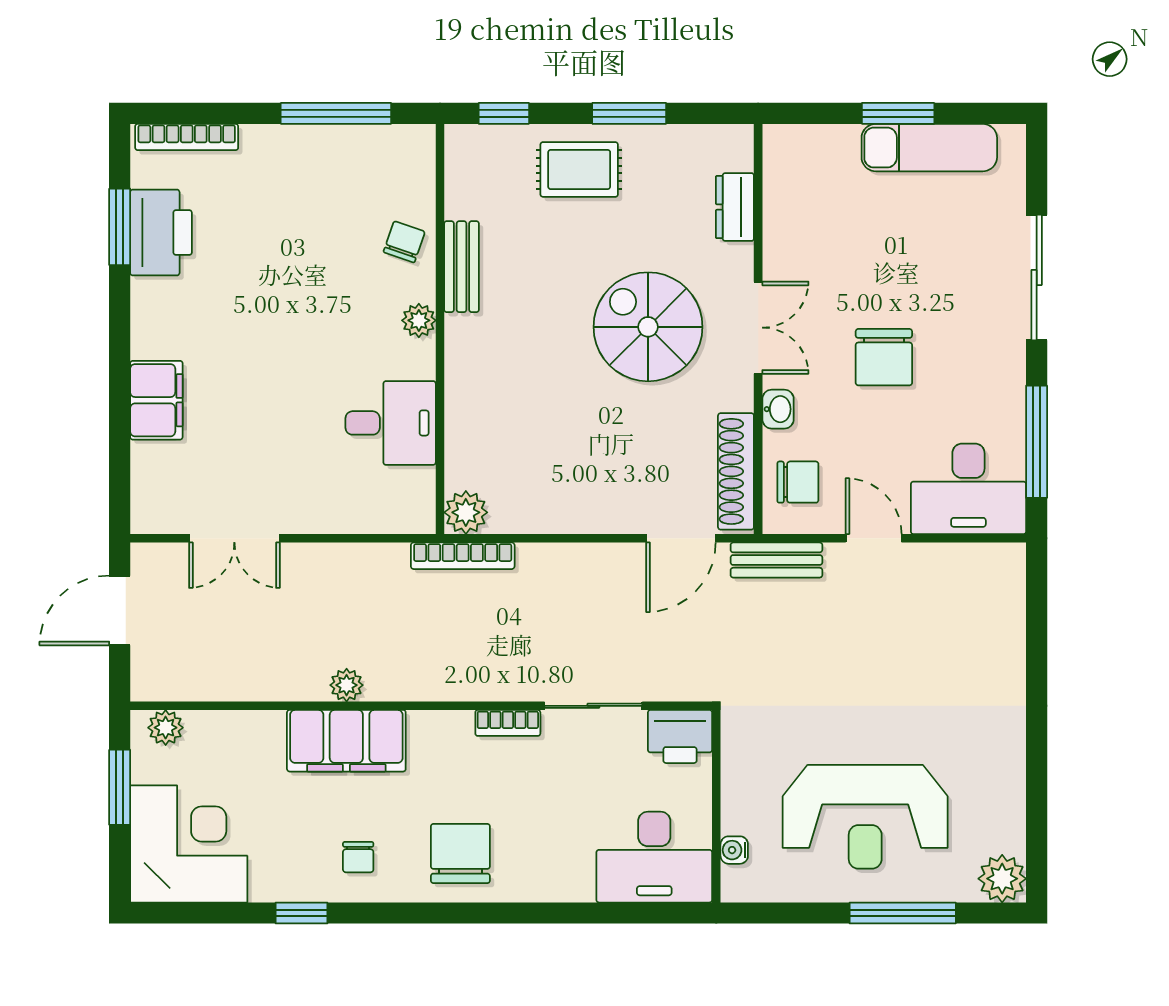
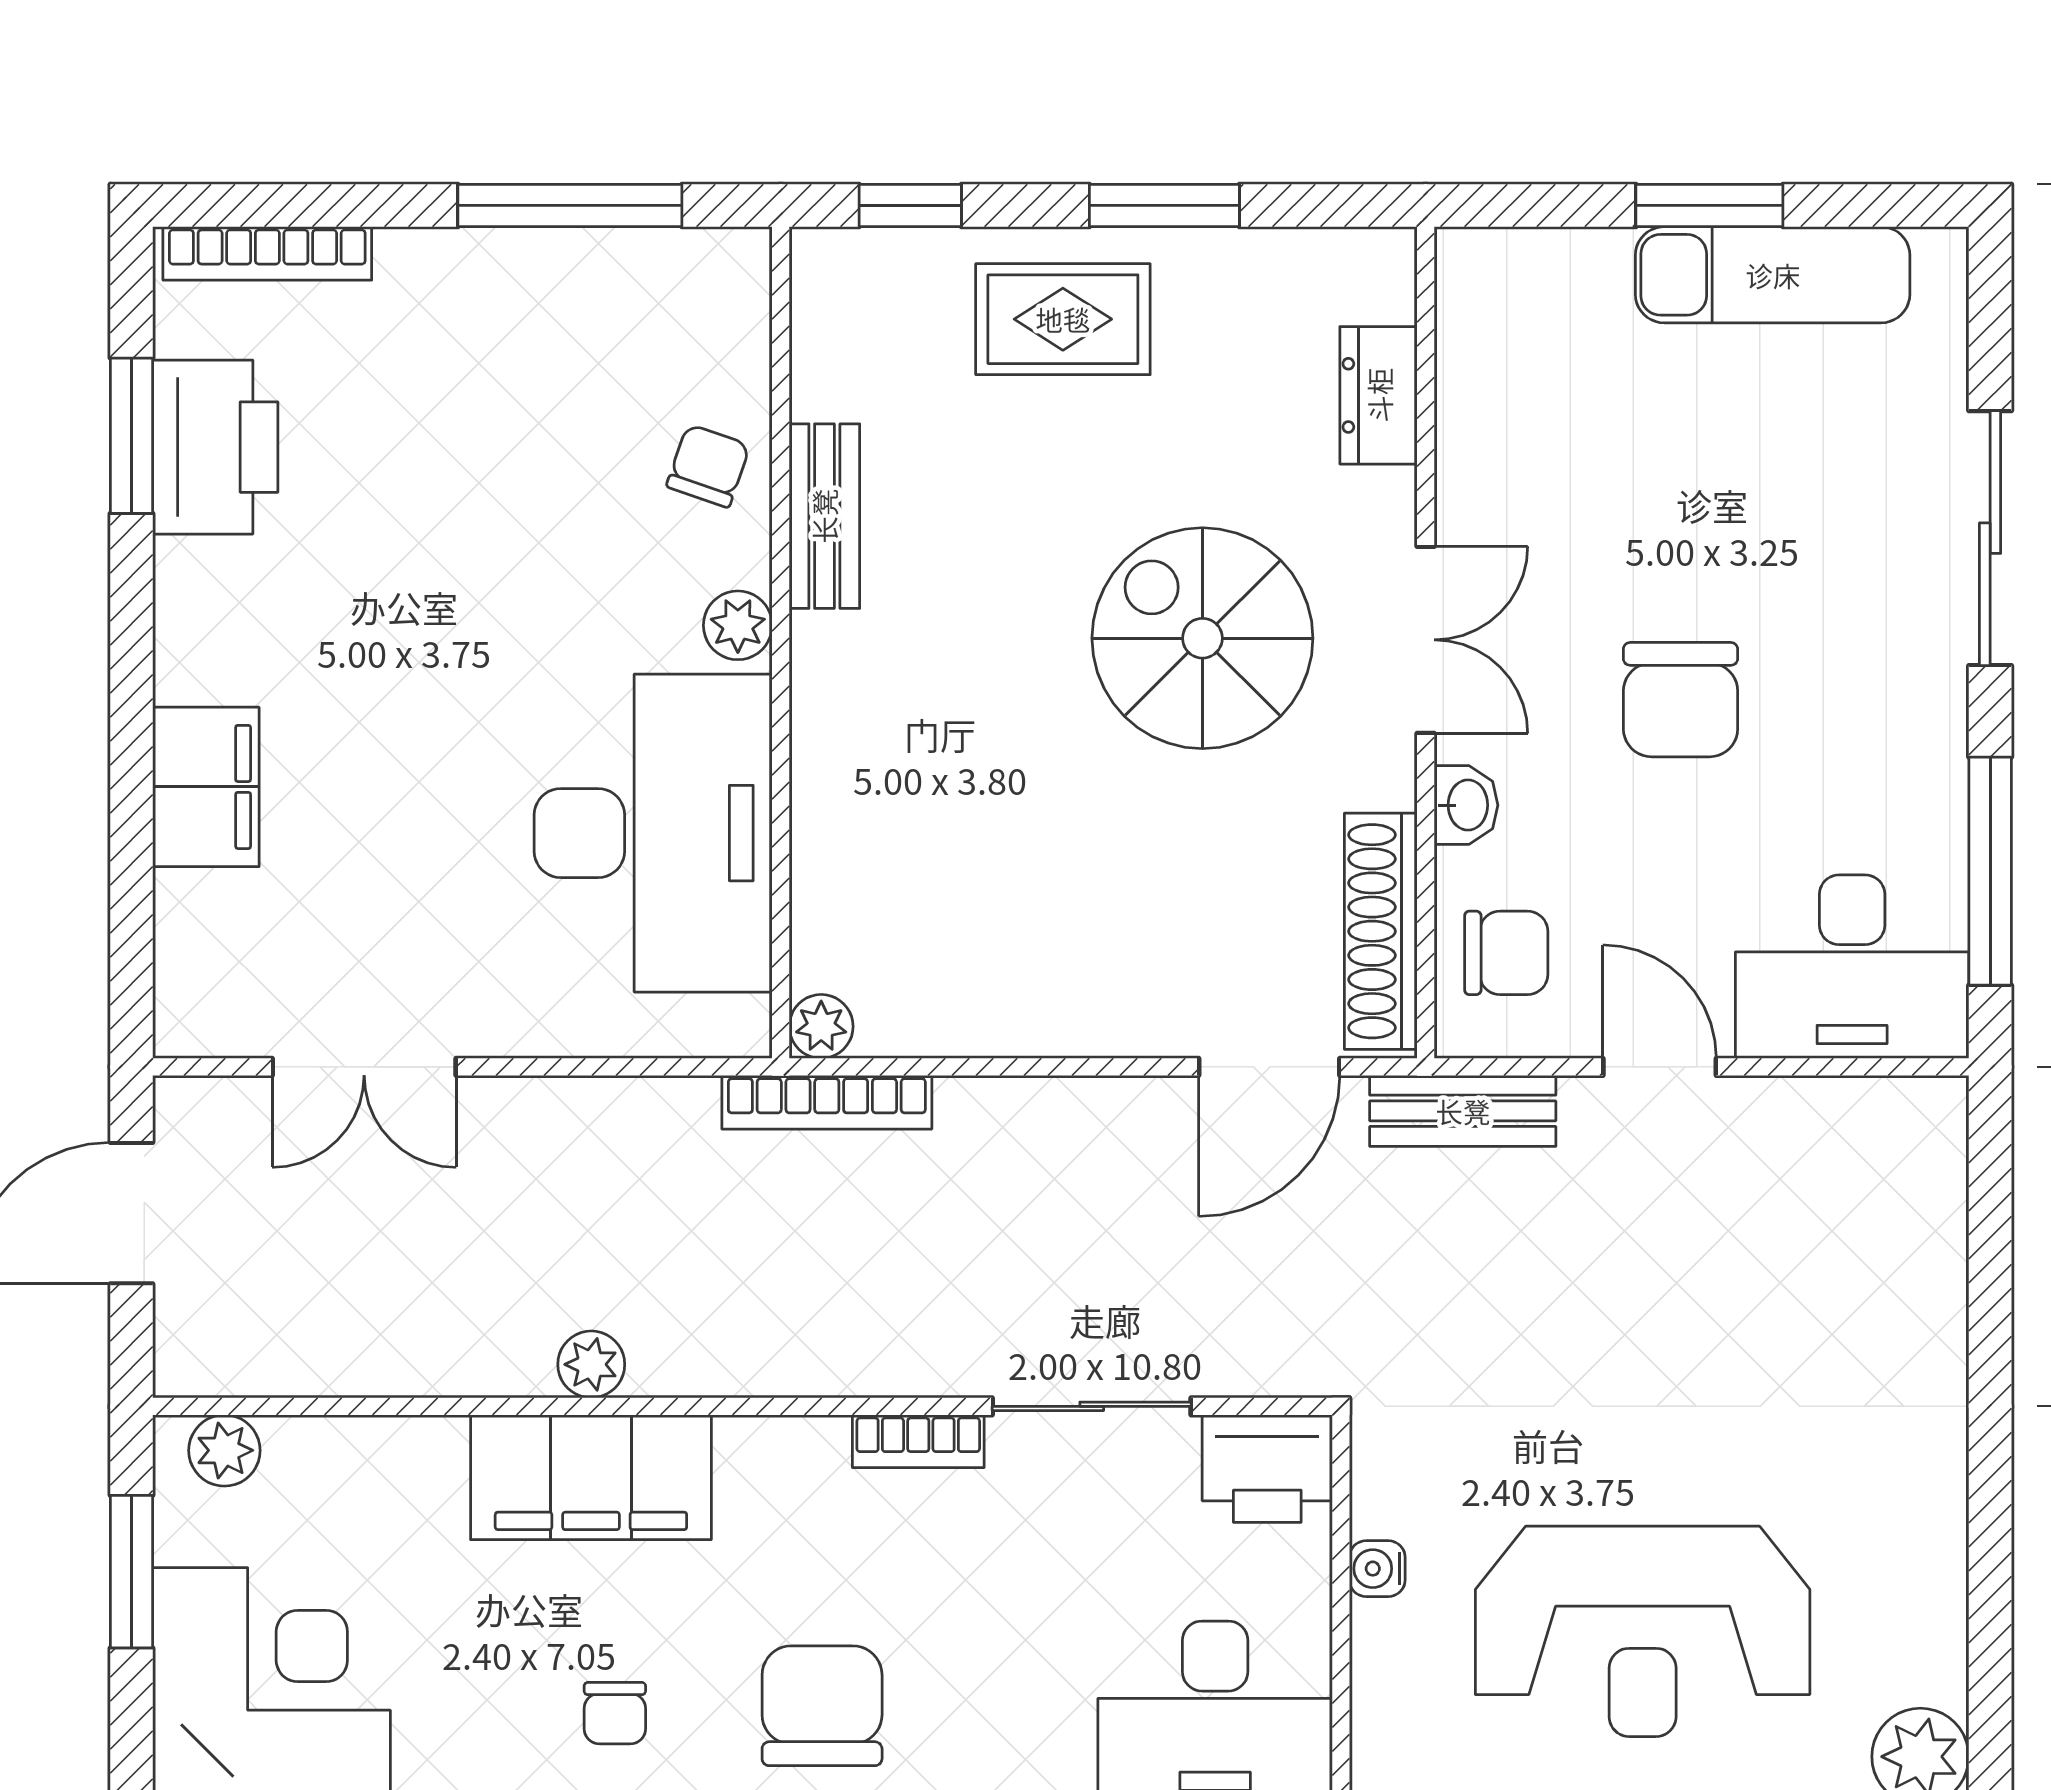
desk: (391, 423) -> (653, 833), width x1.87, depth x1.30
plant: (466, 512) -> (821, 1026), width x0.73, depth x0.73
water cooler: (734, 850) -> (1377, 1569), moved

